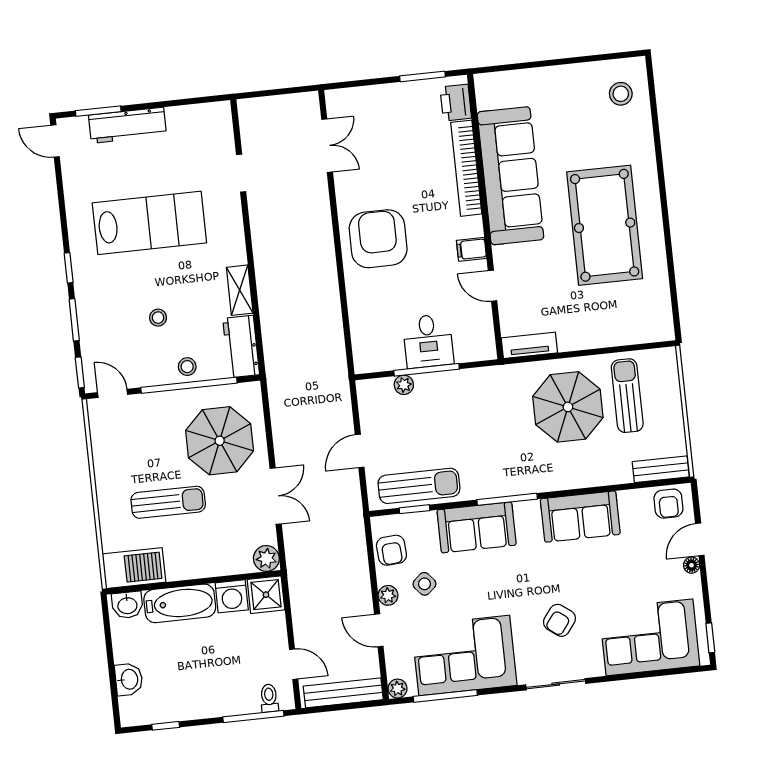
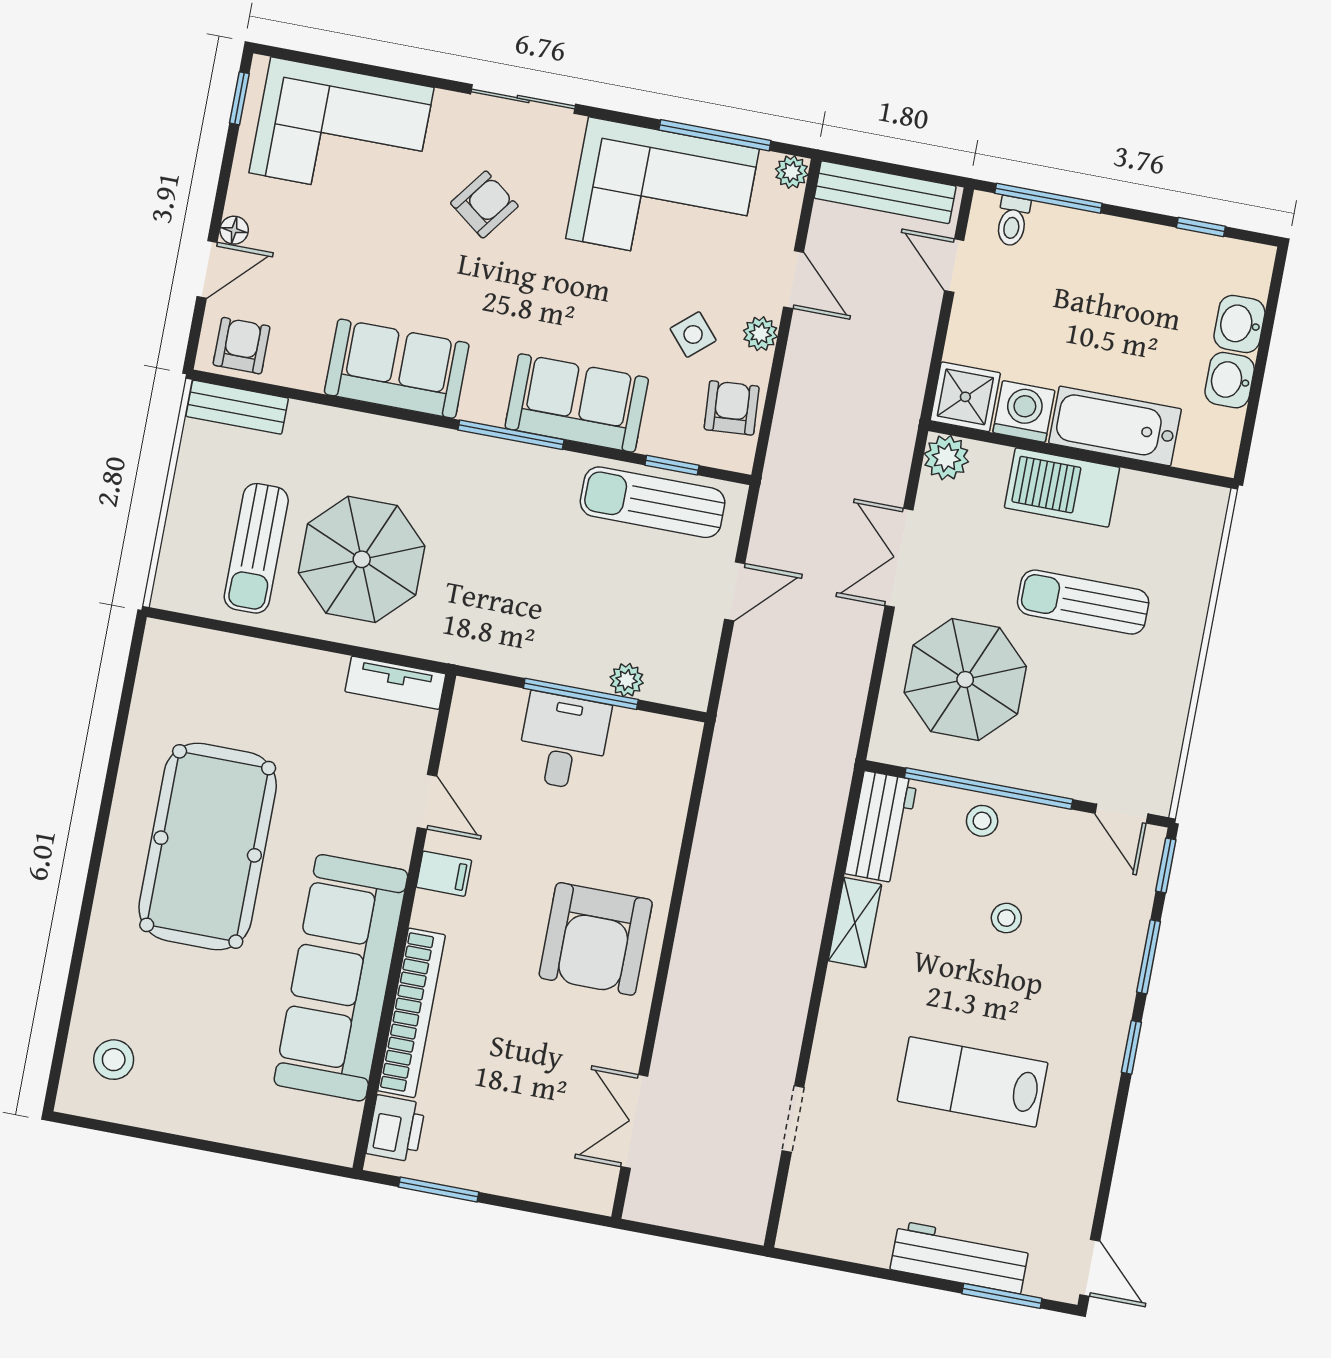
lab bench: (149, 223) -> (973, 1082), width x0.73, depth x0.72
barbecue: (134, 568) -> (1062, 487), moved
washbasin: (127, 605) -> (1230, 380), moved, turned -90

